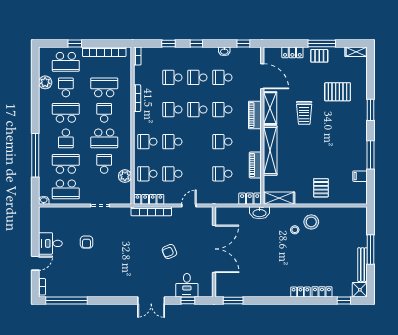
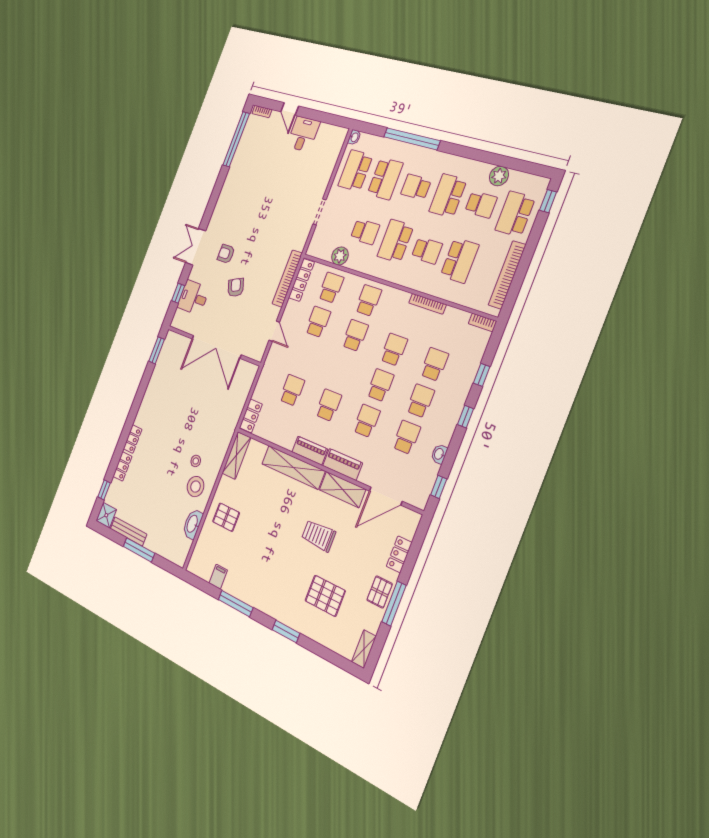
window: (75, 43) -> (548, 201), moved
pallet: (338, 92) -> (325, 596), turned 90
school desk: (66, 113) -> (448, 196), turned 180
piano: (255, 165) -> (310, 451), moved
washbasin: (259, 213) -> (193, 524), moved
armchair: (87, 242) -> (226, 254), moved

